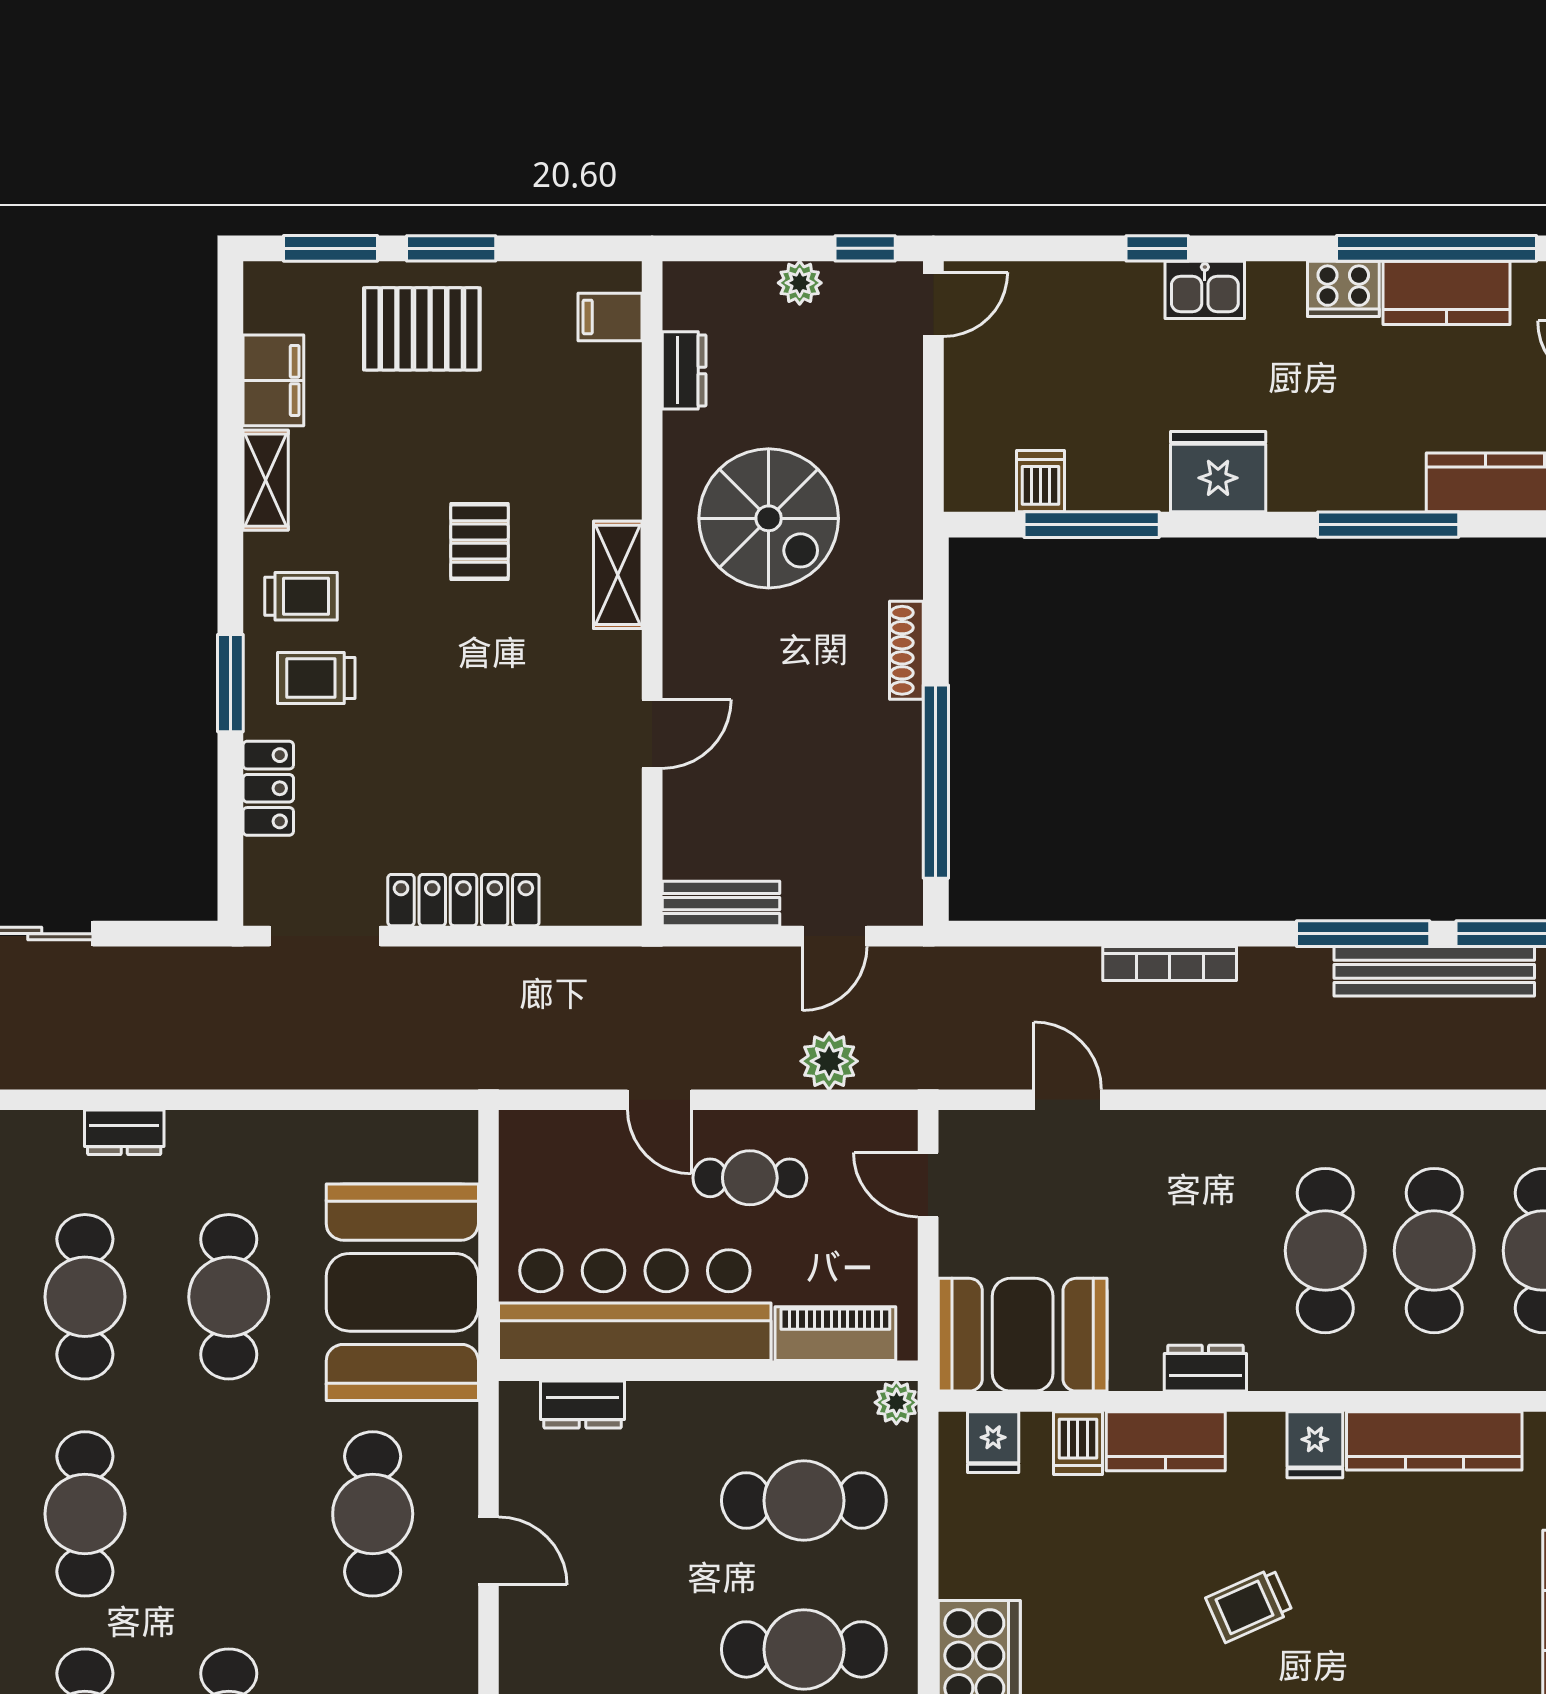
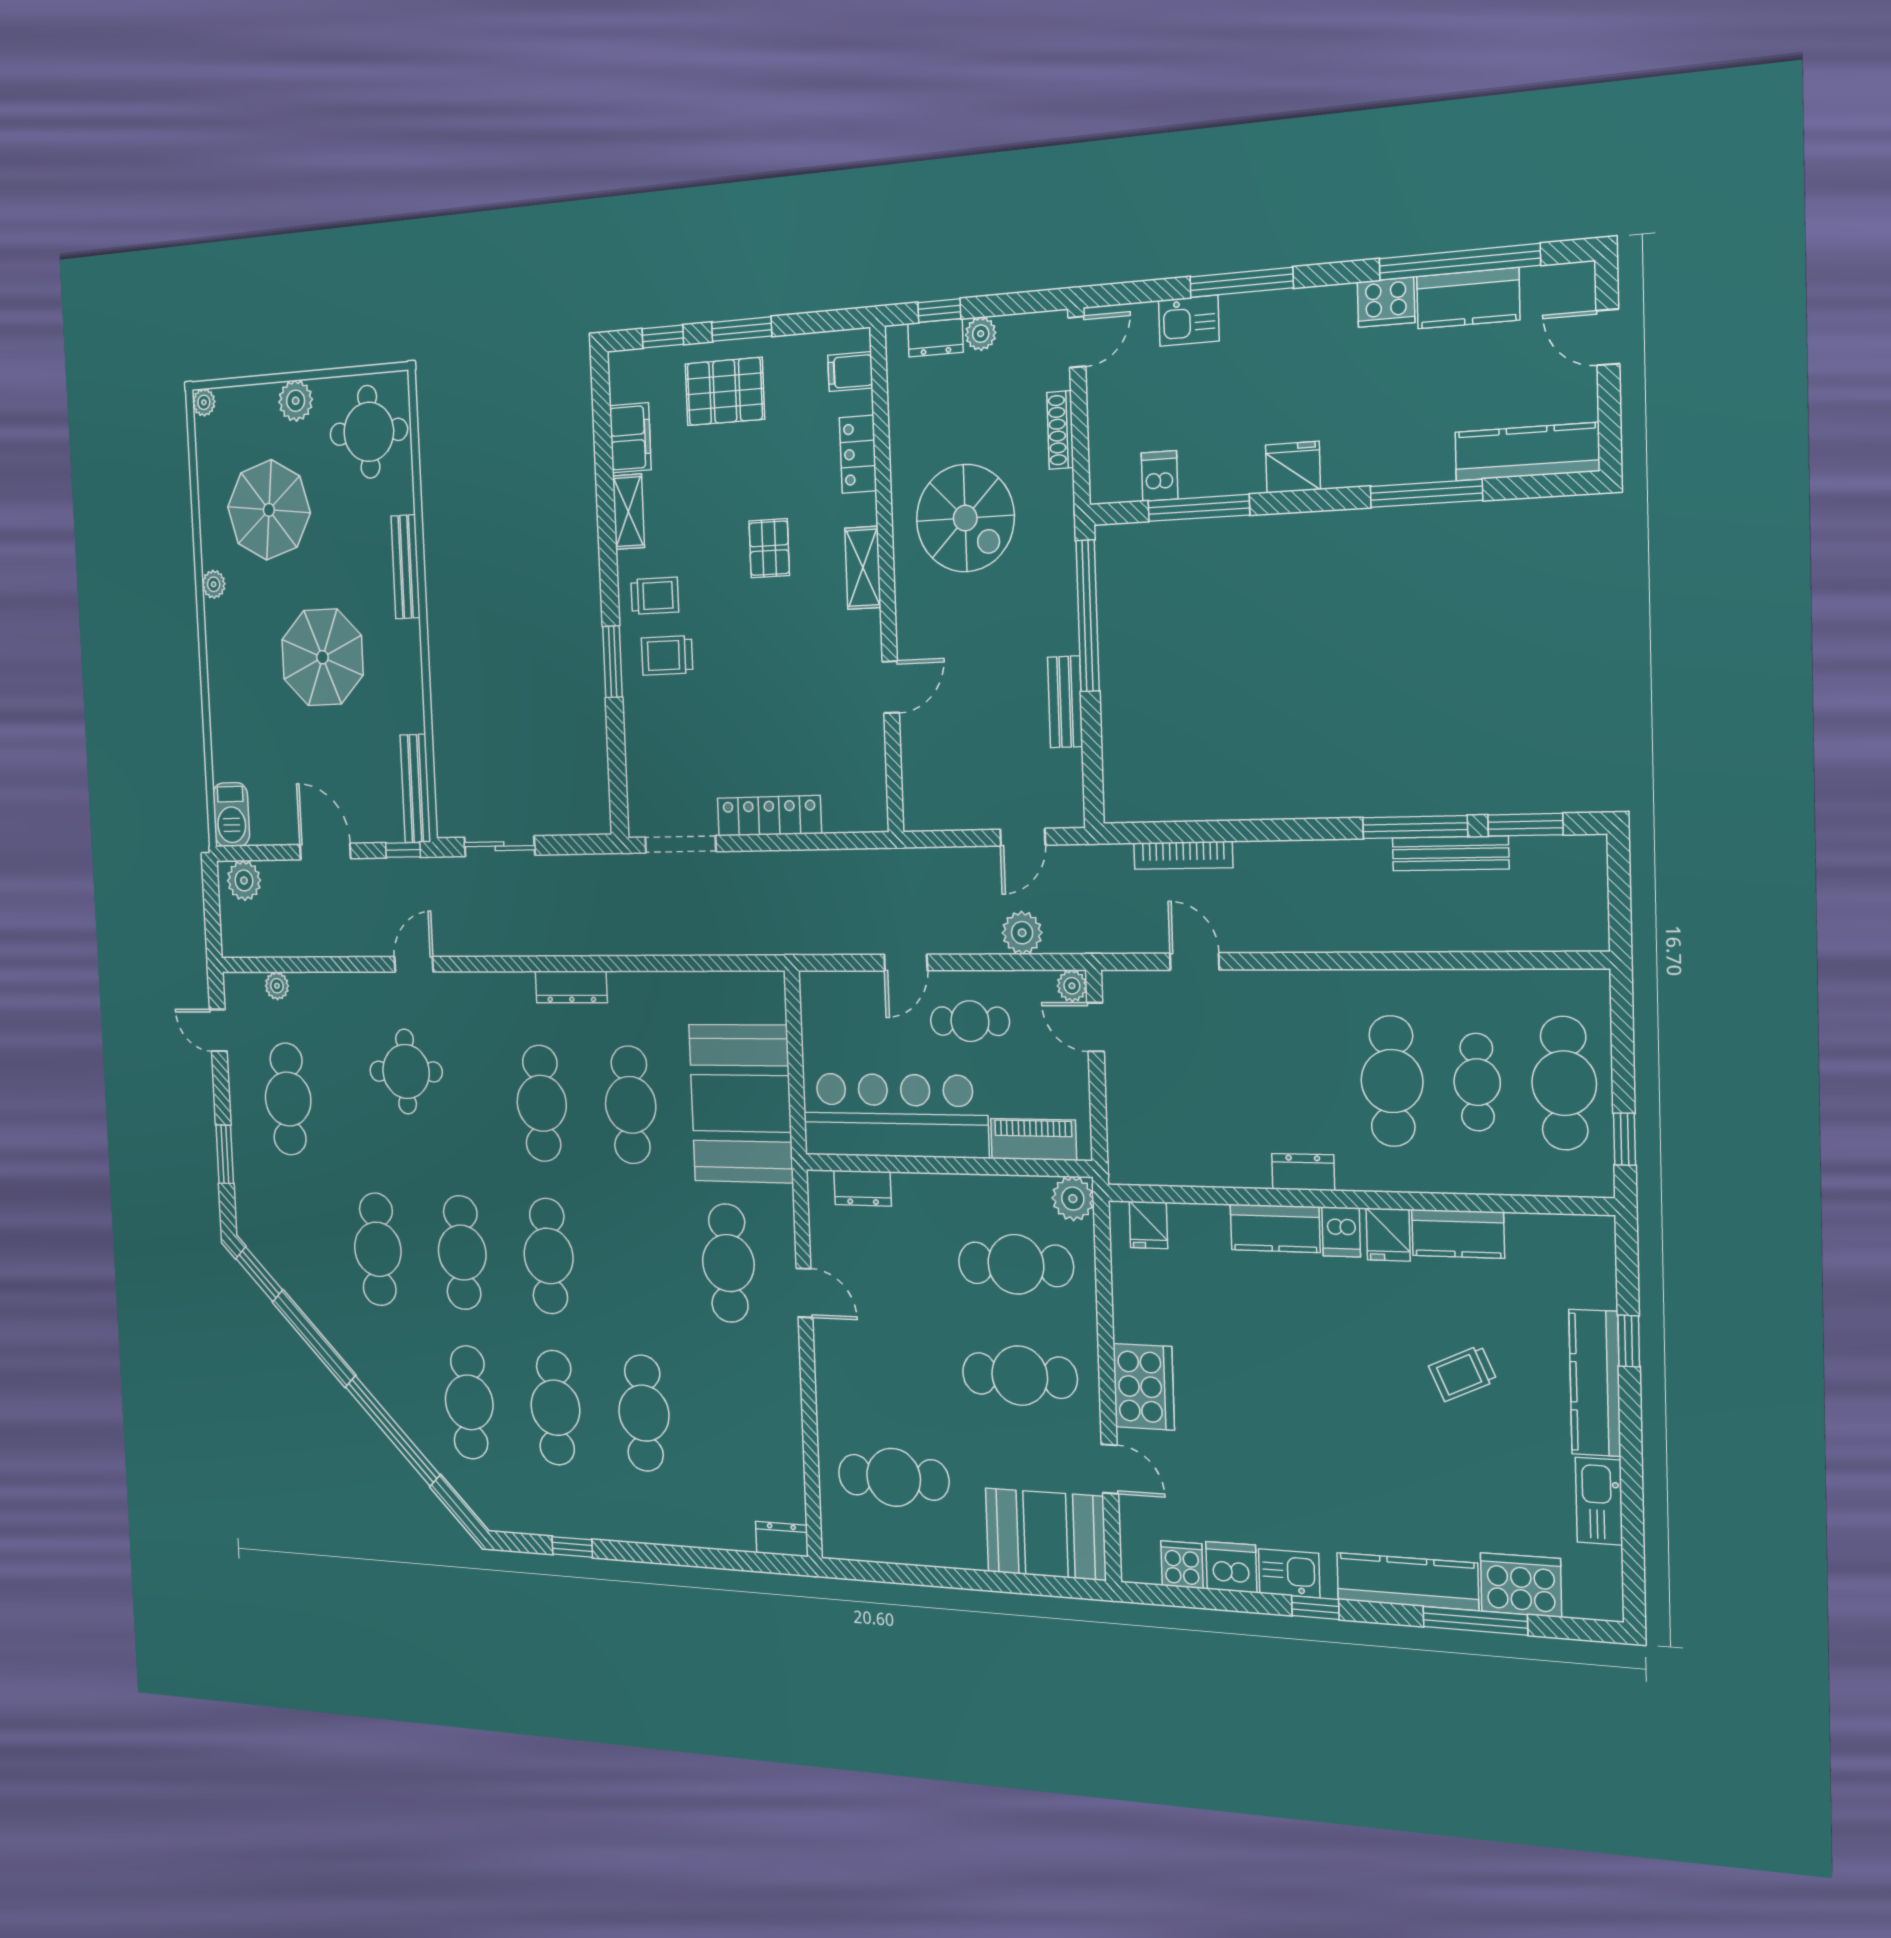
window: (330, 248) -> (663, 337), width x0.67
window: (865, 248) -> (939, 311), moved
window: (1157, 248) -> (1241, 282), width x2.17
kitchen sink: (1205, 290) -> (1189, 321), moved
dresser: (684, 370) -> (935, 338), moved, turned 90
fridge: (1218, 472) -> (1293, 467), width x0.73, depth x0.75
shoe rack: (906, 650) -> (1060, 430), moved
window: (936, 782) -> (1088, 616), moved
locker: (268, 788) -> (858, 454), moved, turned 180
bench: (721, 904) -> (1065, 702), moved, turned 90
bookcase: (1170, 963) -> (1183, 855), moved
bench: (1434, 971) -> (1450, 853), width x0.73, depth x0.82
door: (659, 1100) -> (906, 963), hinge flipped
plant: (897, 1131) -> (1072, 986), added
dresser: (124, 1132) -> (571, 987), width x1.44
cafe table: (1434, 1251) -> (1477, 1082), width x0.73, depth x0.74
booth: (1023, 1335) -> (1167, 1143), removed
plant: (896, 1402) -> (1073, 1199), width x1.38, depth x1.38
kitchen counter: (1434, 1441) -> (1458, 1234), width x0.67
dishwasher: (1078, 1443) -> (1341, 1232), moved
trolley: (1249, 1605) -> (1463, 1373), moved

